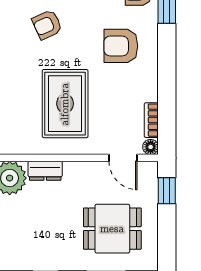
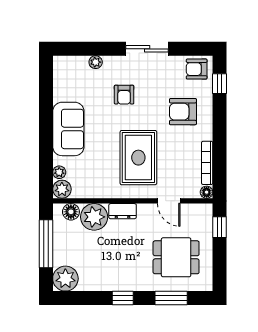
armchair: (47, 25) -> (124, 95), turned -66
bookcase: (151, 120) -> (207, 163), width x1.56
door: (123, 158) -> (169, 201), moved

